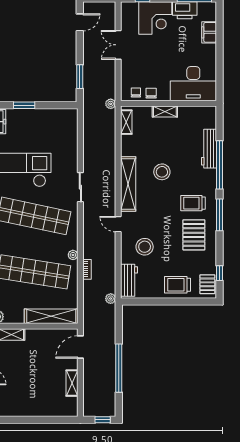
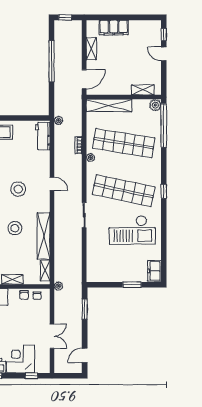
shelving: (128, 184) -> (44, 236), moved
stool: (145, 247) -> (18, 189), moved
filing cabinet: (46, 408) -> (114, 28), added

